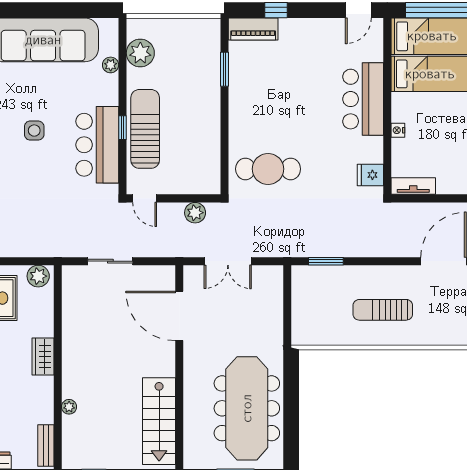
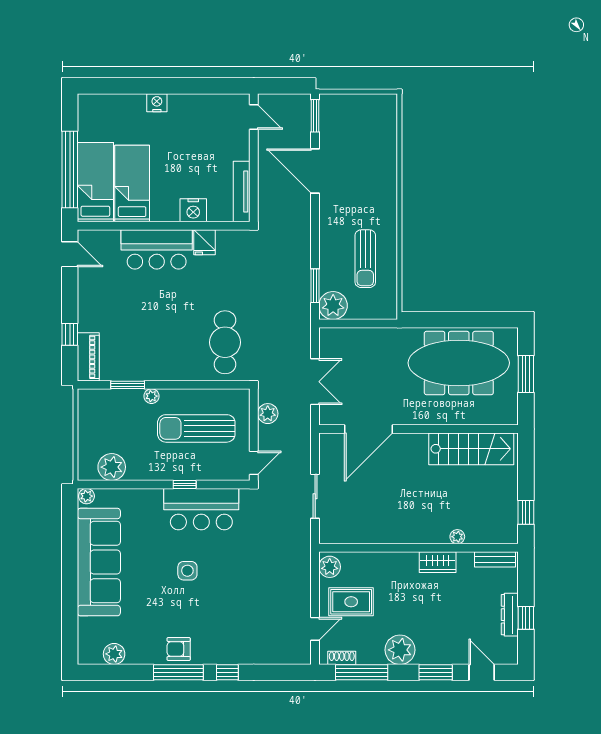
plant: (111, 65) -> (86, 496), moved
plant: (213, 94) -> (152, 396), added
sun lounger: (145, 129) -> (196, 428), moved
nightstand: (398, 130) -> (193, 210), width x1.89, depth x1.79
fridge: (370, 175) -> (204, 242), moved
tv unit: (413, 186) -> (242, 192), width x1.41
plant: (306, 280) -> (333, 306), added
sun lounger: (383, 310) -> (365, 259), moved
wardrobe: (43, 357) -> (438, 562), moved

